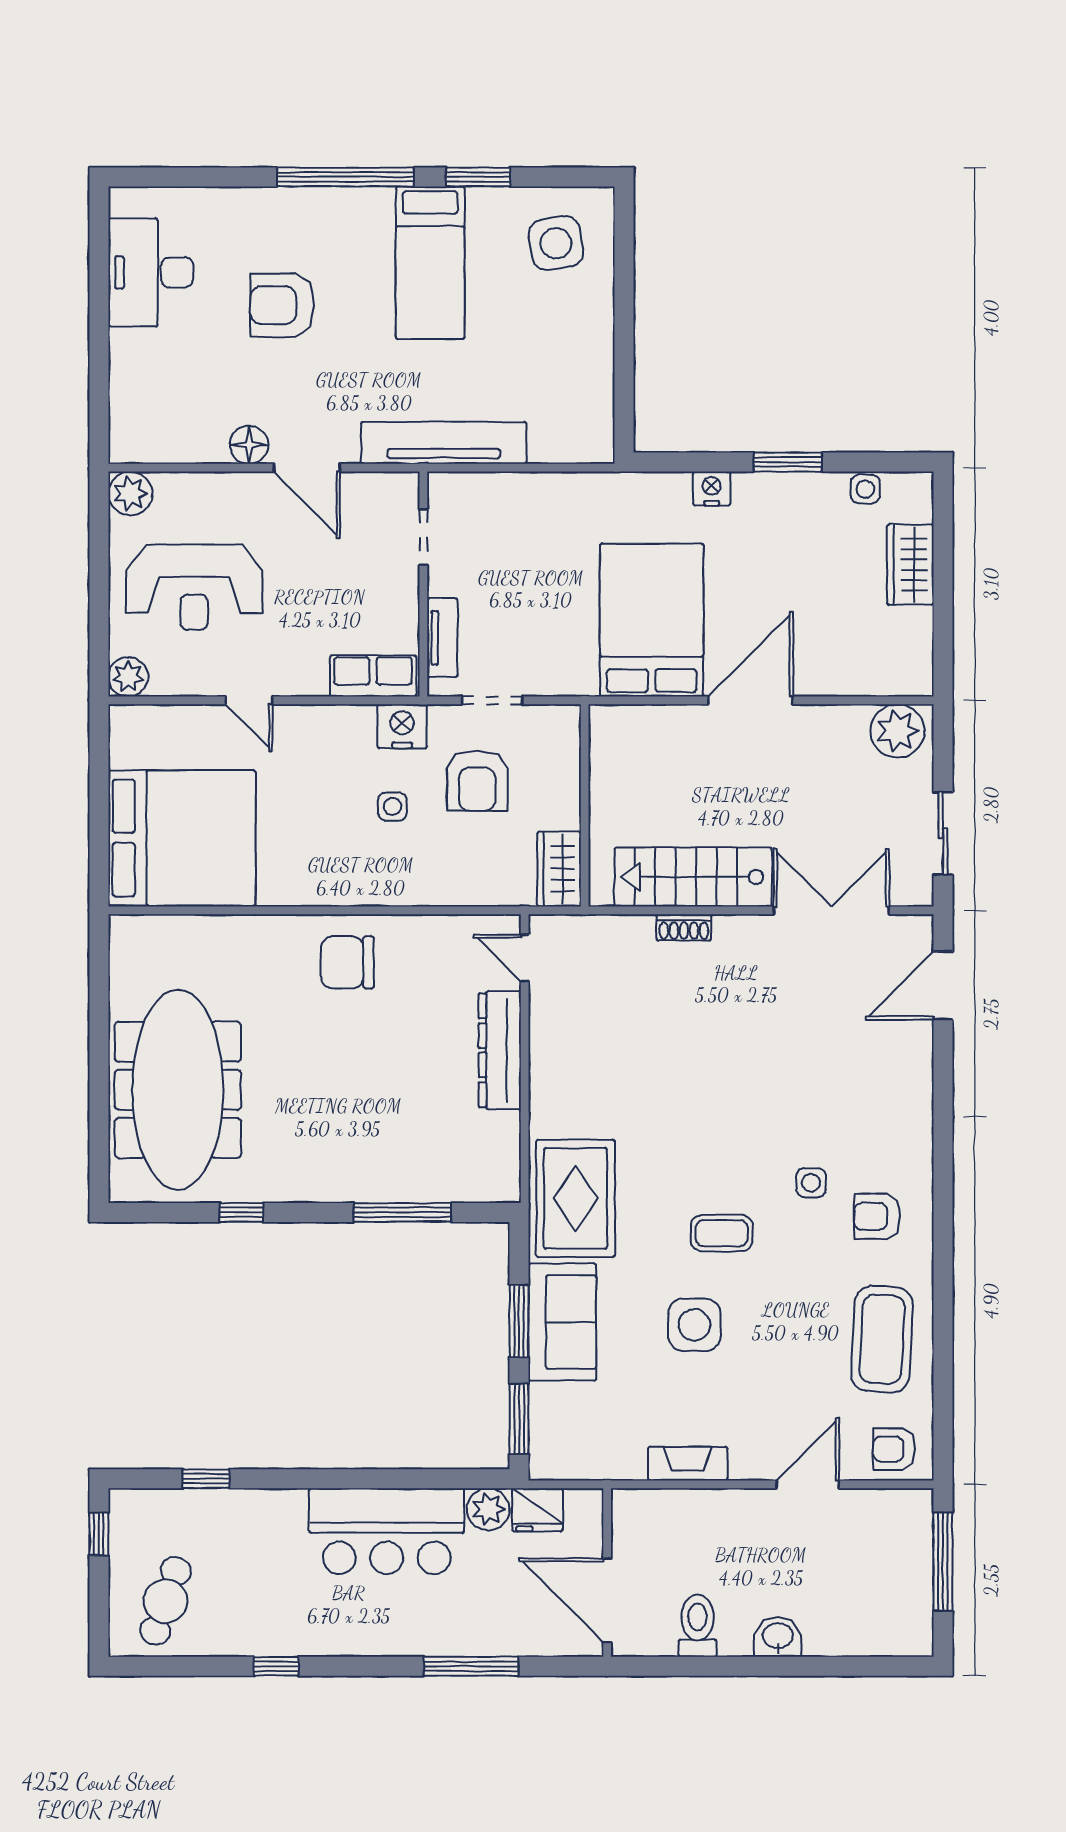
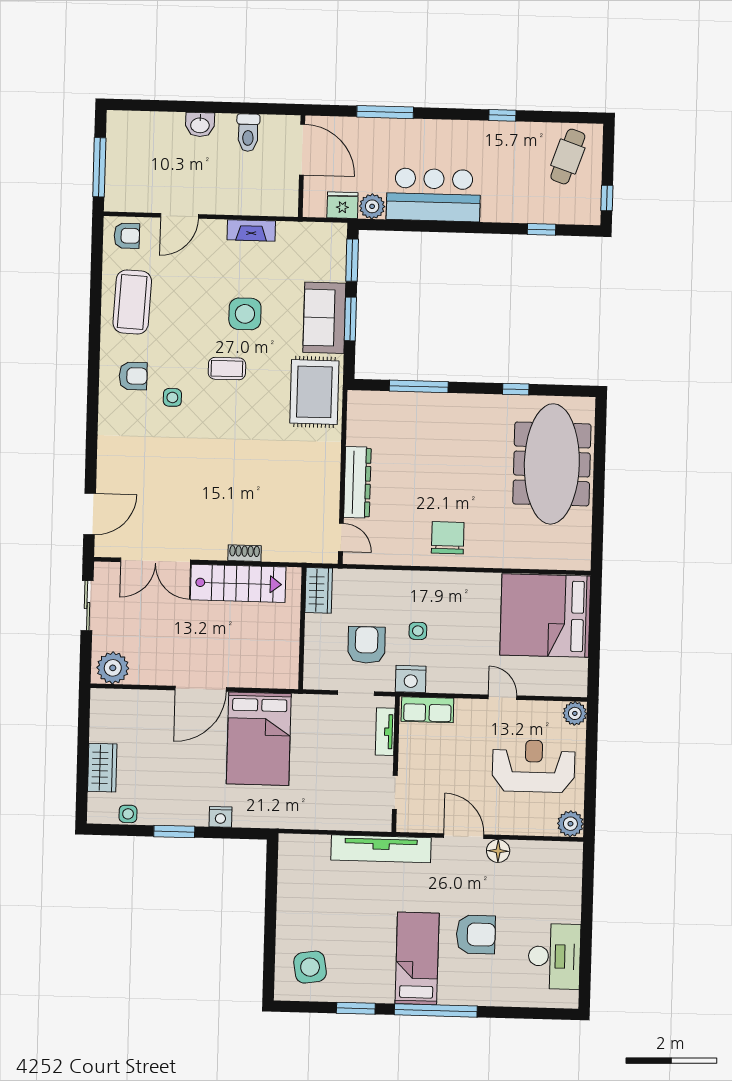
bed: (430, 263) -> (417, 958), moved
chair: (347, 962) -> (448, 538), turned -90

